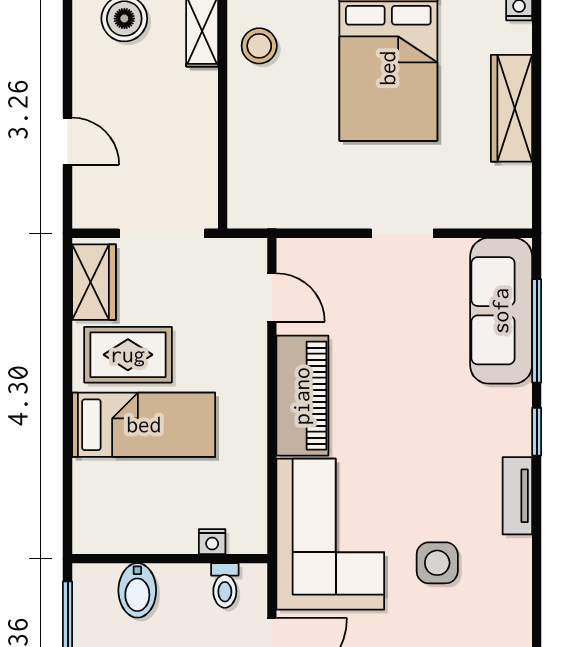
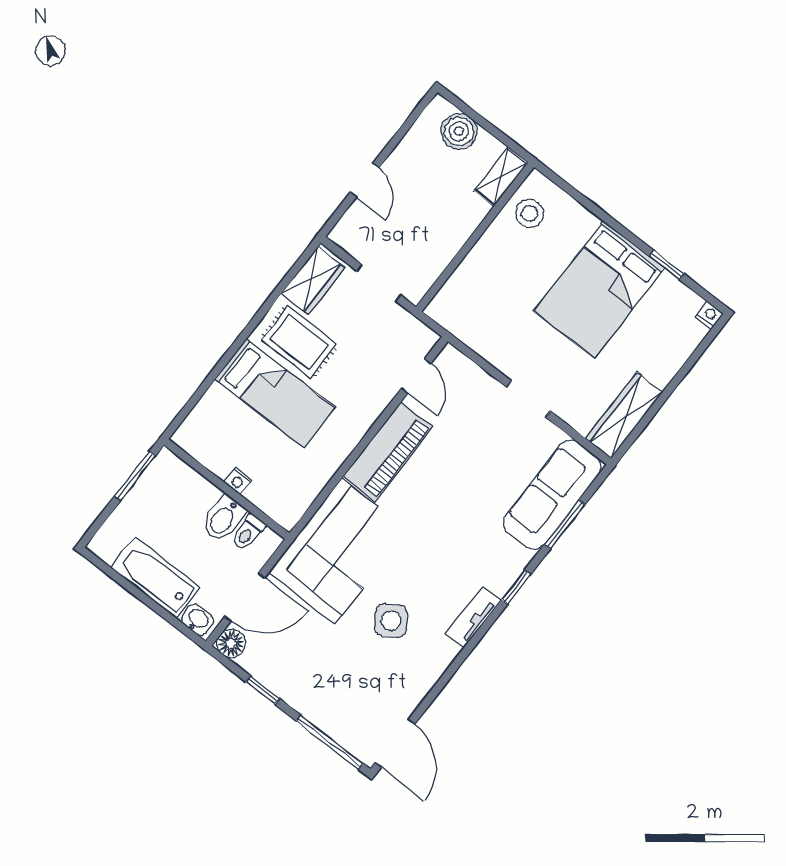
wardrobe: (511, 108) -> (624, 416), moved
doorway: (162, 233) -> (379, 283), width x0.73
window: (537, 331) -> (565, 524), width x0.69
nightstand: (212, 542) -> (238, 481), moved
side table: (437, 563) -> (391, 621), turned -33
bidet: (137, 590) -> (224, 518), moved

